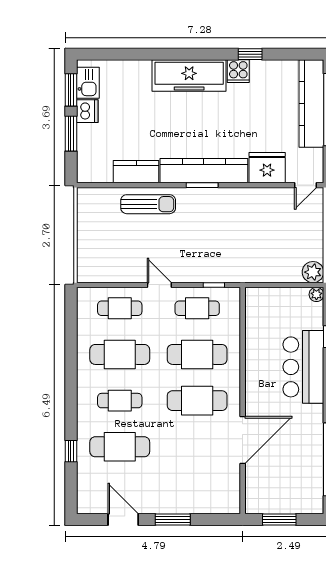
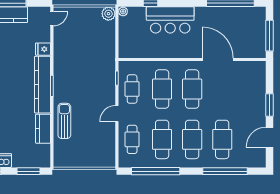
window: (71, 134) -> (29, 171), moved
fridge: (267, 168) -> (43, 49), width x0.53, depth x0.75
door: (305, 185) -> (52, 19), hinge flipped
window: (71, 344) -> (156, 171), added
cafe table: (120, 401) -> (192, 139), width x1.37, depth x1.35
window: (71, 451) -> (225, 171), width x3.17
window: (279, 520) -> (270, 36), width x1.44

